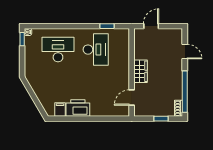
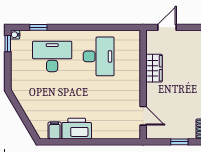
window: (107, 26) -> (38, 27), moved
wardrobe: (140, 71) -> (154, 68), moved
door: (132, 98) -> (143, 116), swing flipped

